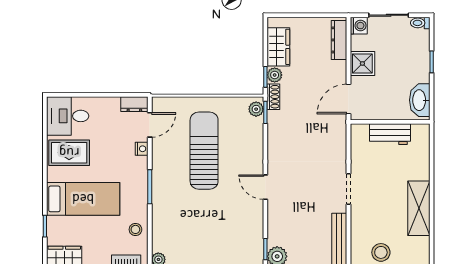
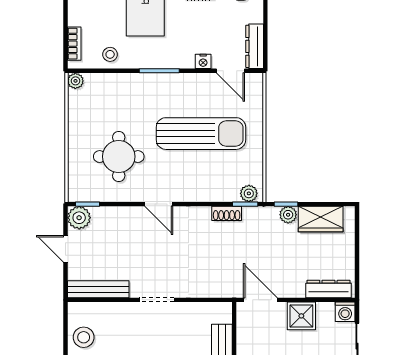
shoe rack: (273, 97) -> (227, 213), moved
dresser: (134, 104) -> (255, 46), width x1.44
door: (265, 187) -> (159, 204), swing flipped
round table: (224, 222) -> (119, 157), added

